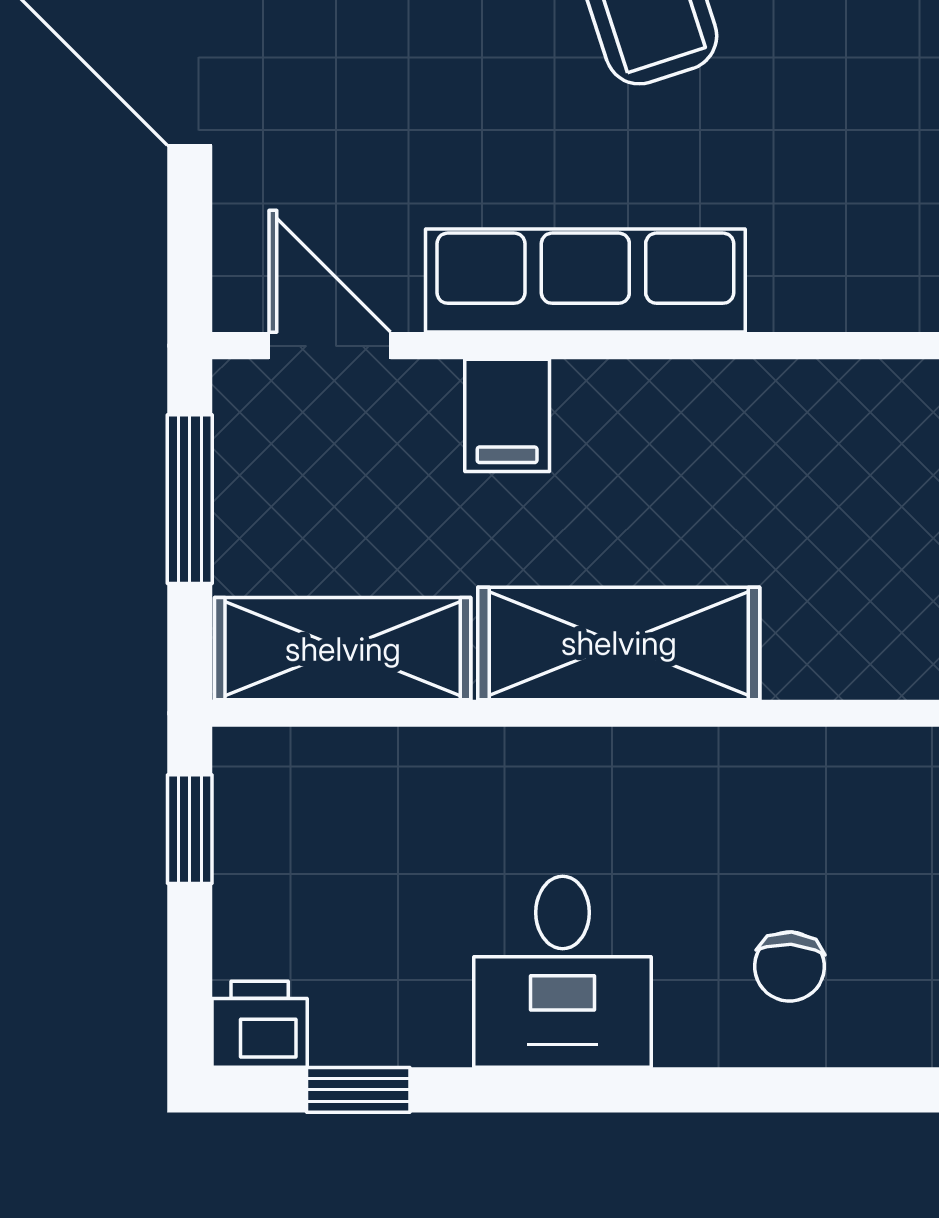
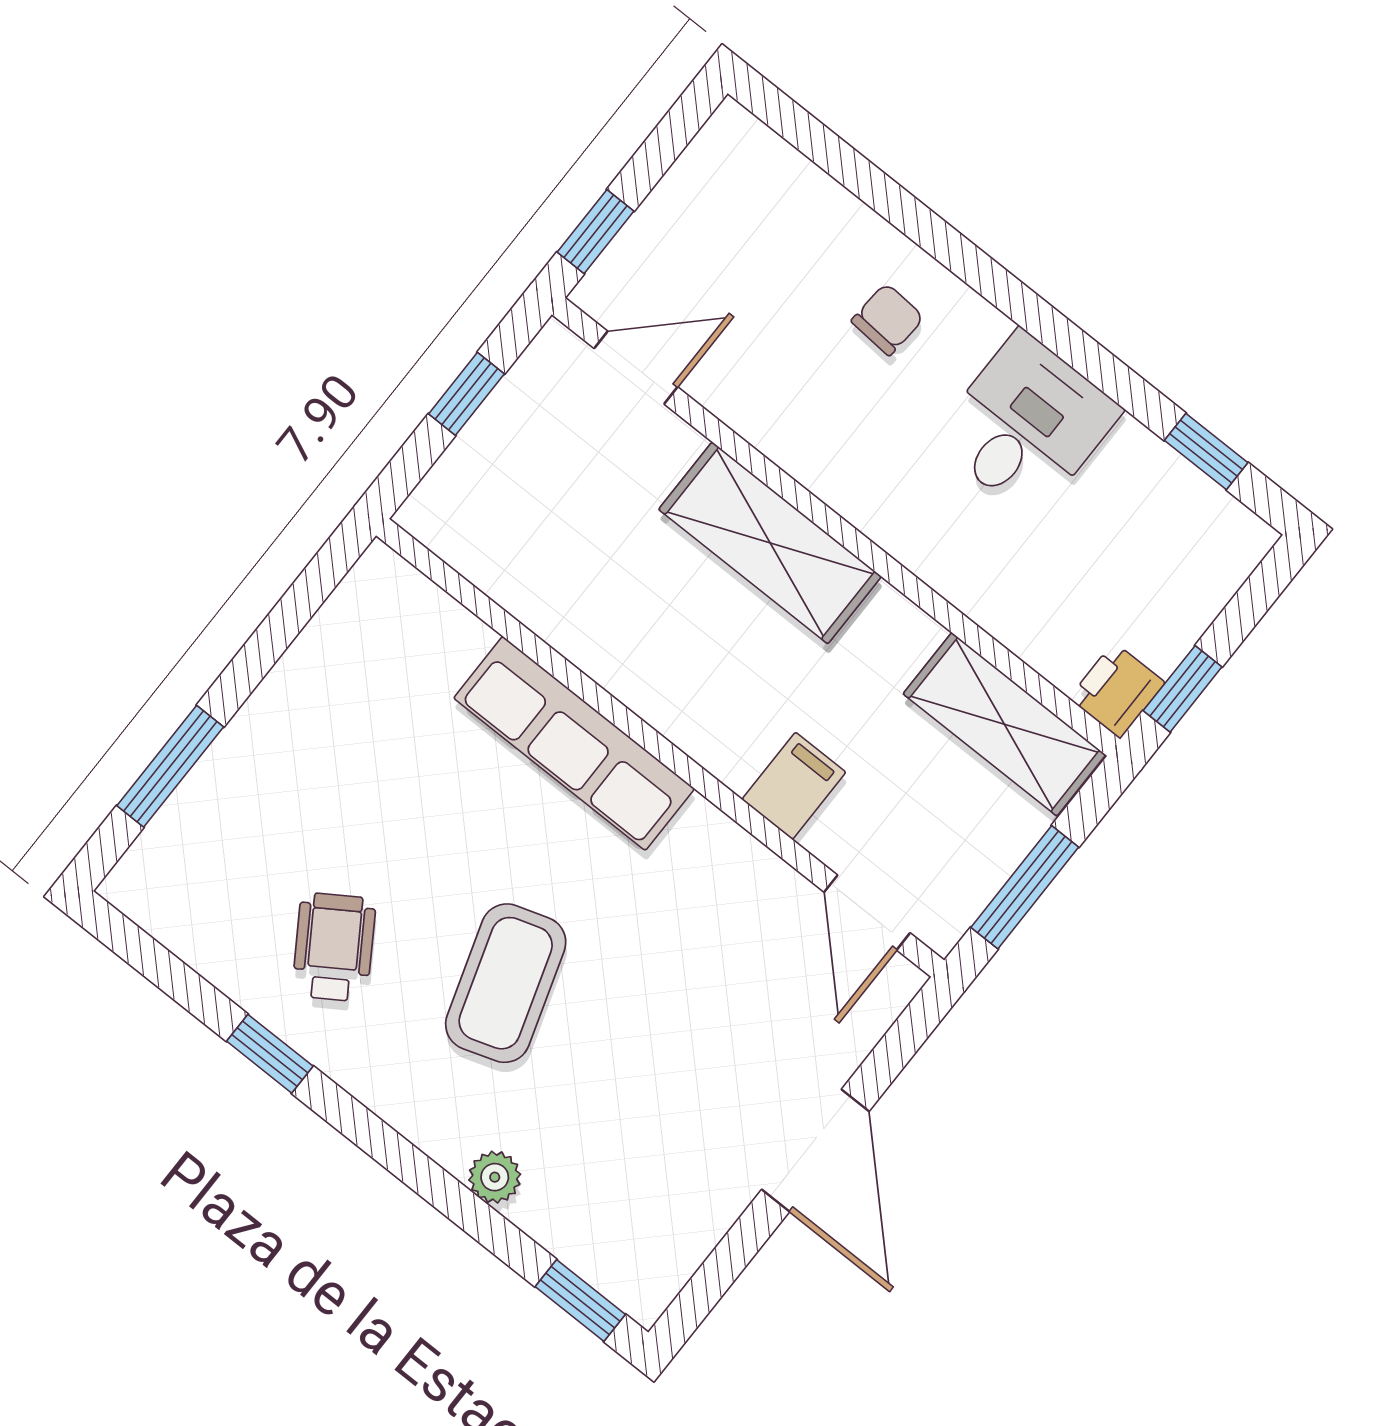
row of seats: (585, 281) -> (574, 743), moved
shelving: (619, 643) -> (770, 543), moved
printer: (260, 1024) -> (1117, 690), moved, turned 90

